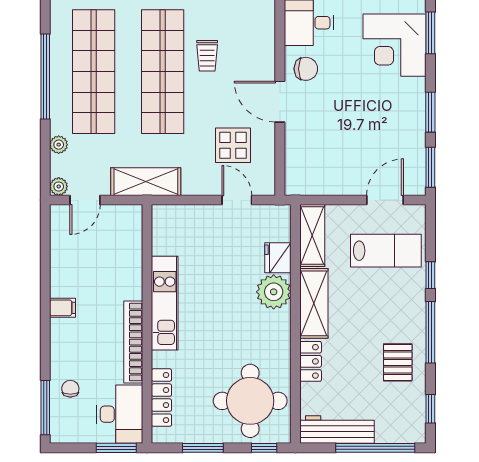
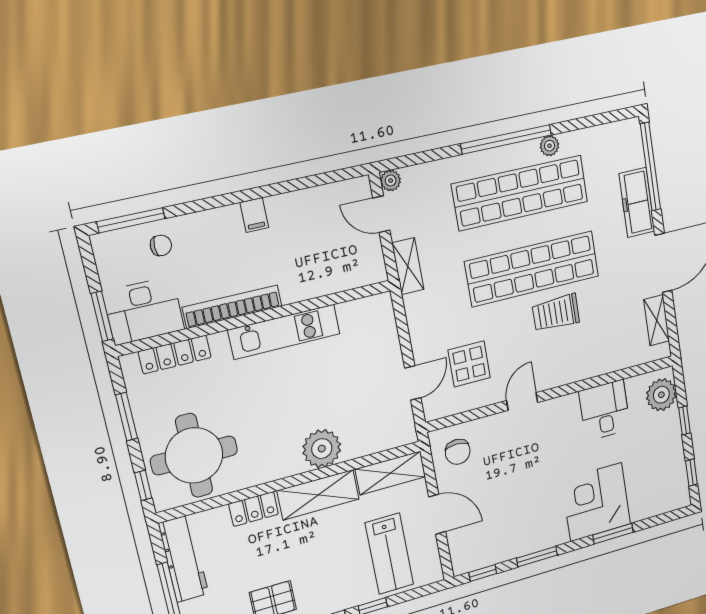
trolley: (207, 56) -> (556, 313), width x1.36, depth x1.39
chair: (306, 69) -> (458, 452), moved
door: (280, 102) -> (522, 401), width x0.73
plant: (59, 145) -> (549, 146), moved
window: (430, 167) -> (483, 573), width x0.67
shelving: (146, 182) -> (408, 266), width x0.67, depth x0.75
door: (385, 200) -> (437, 514), moved
fridge: (278, 258) -> (360, 443), removed

